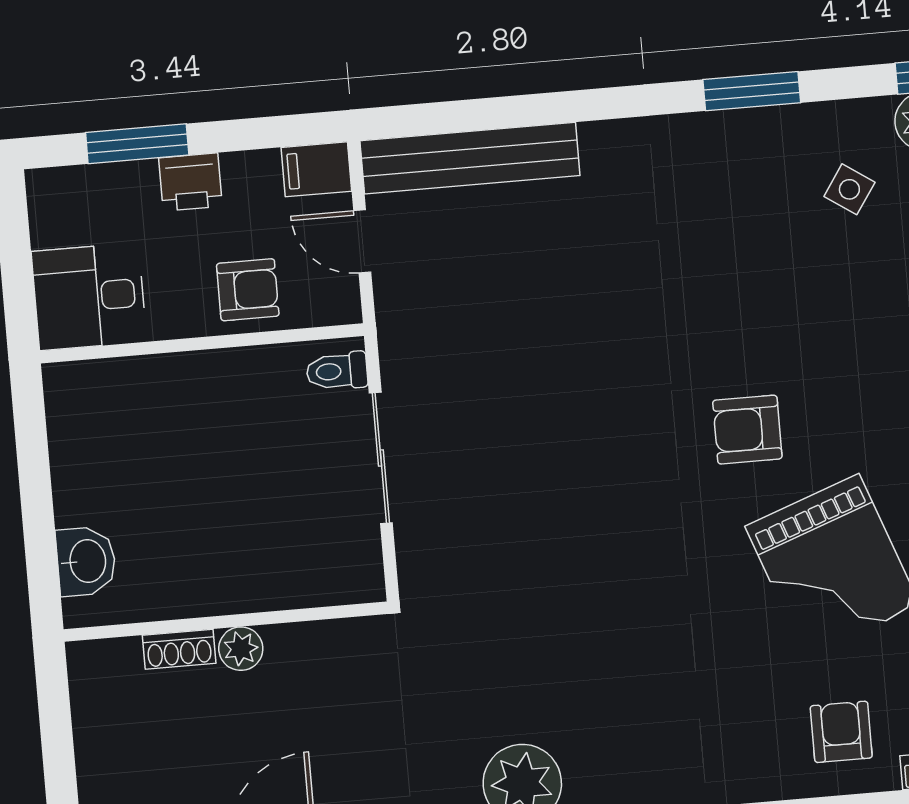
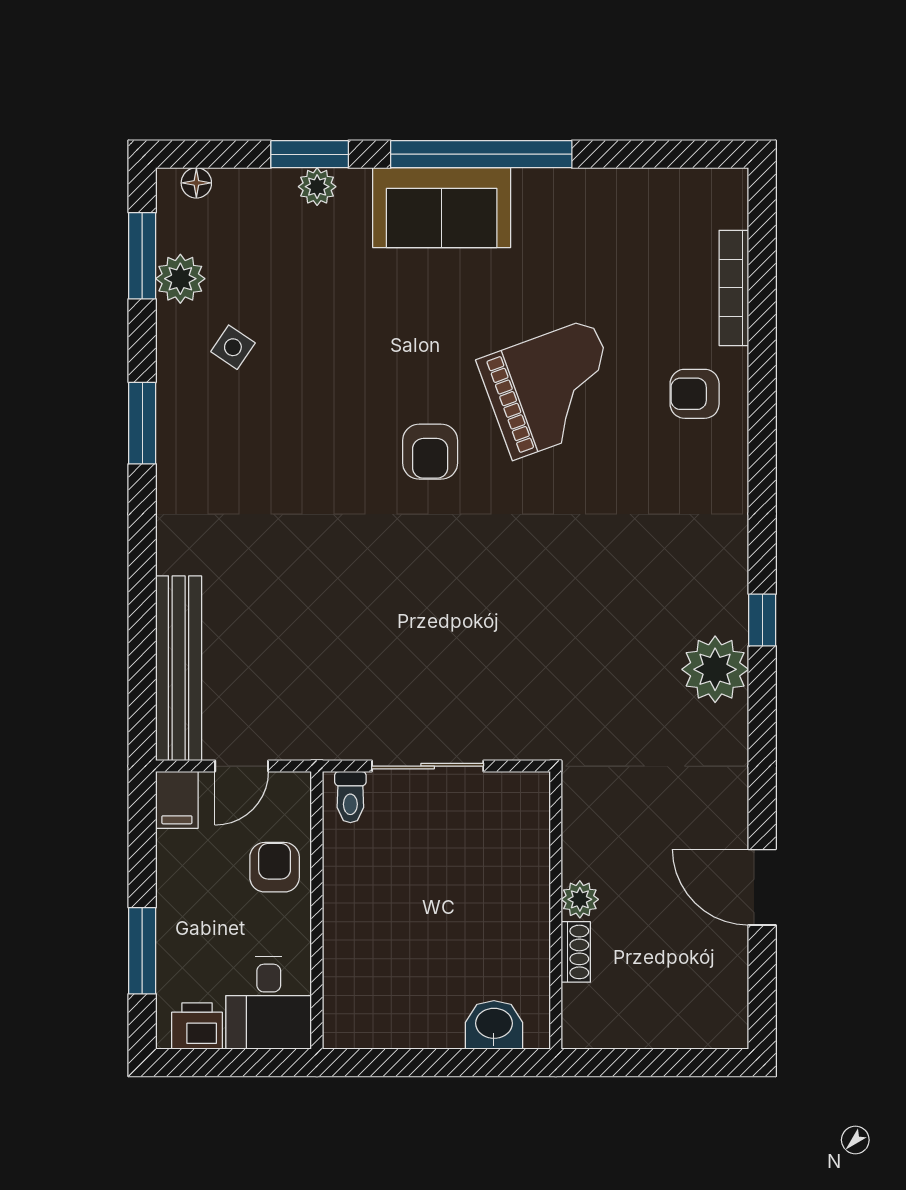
printer: (190, 182) -> (197, 1026), moved, turned -90

